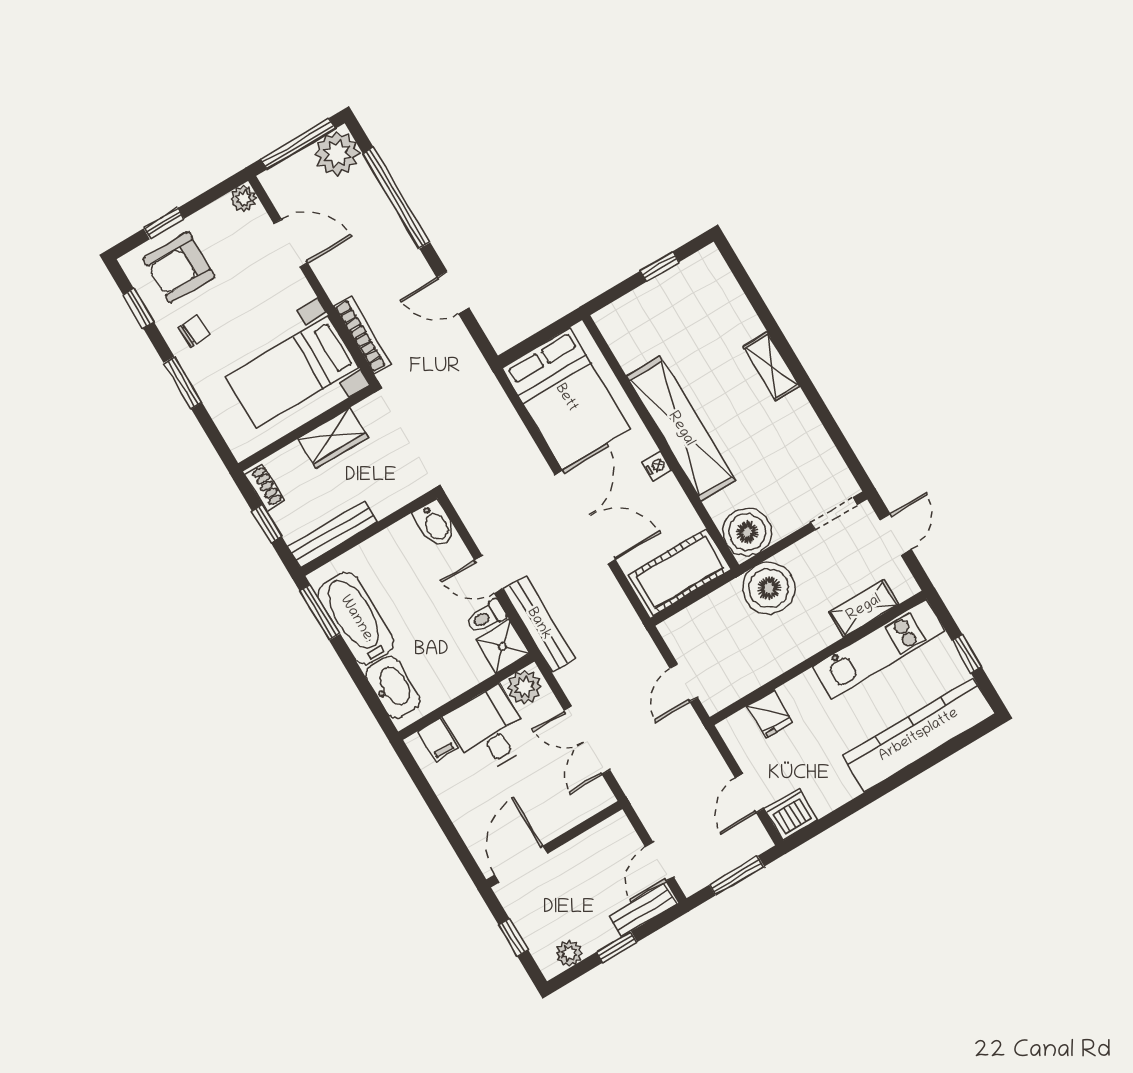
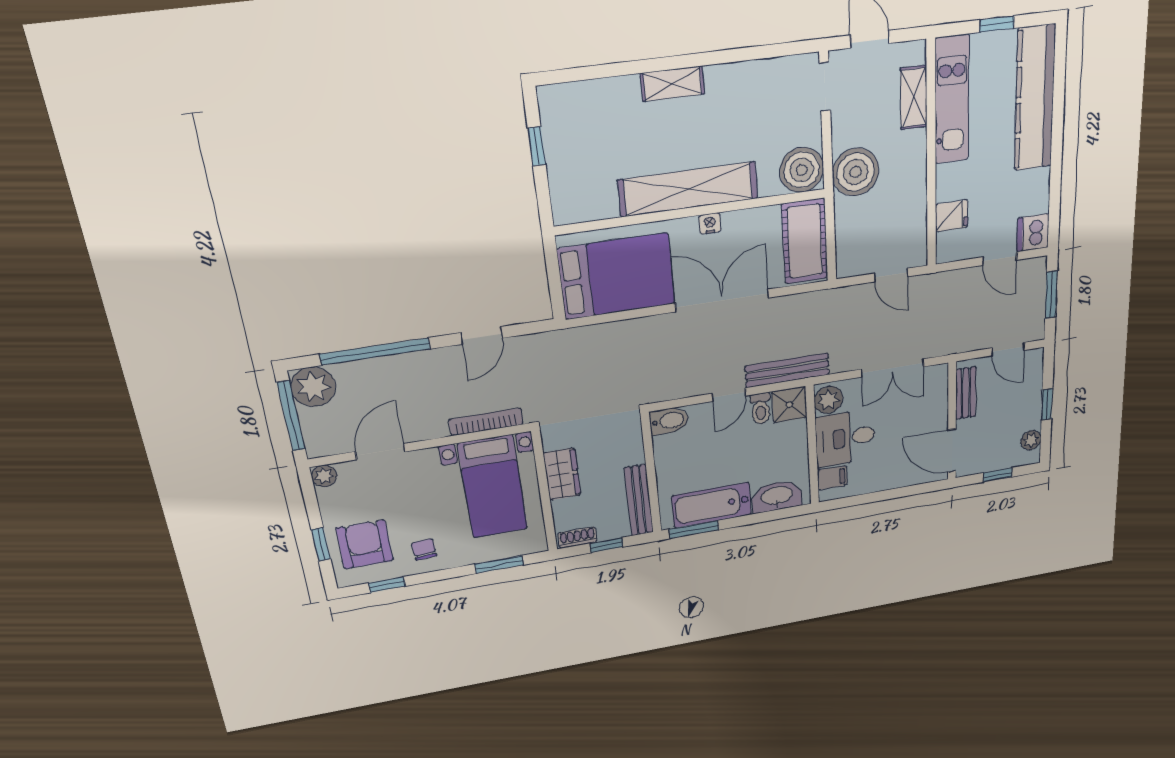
armchair: (179, 267) -> (365, 544), turned 180
window: (183, 383) -> (499, 565), moved
bench: (643, 910) -> (966, 393), moved

